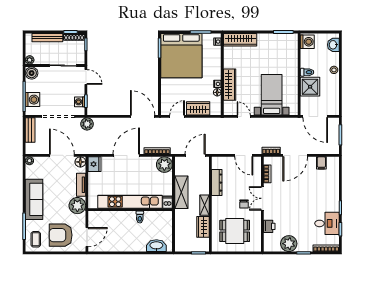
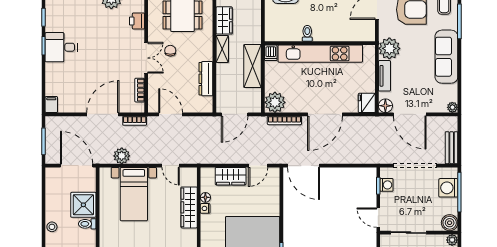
plant: (87, 124) -> (122, 156), moved
filing cabinet: (321, 163) -> (51, 105), moved
desk: (327, 223) -> (61, 47), moved

